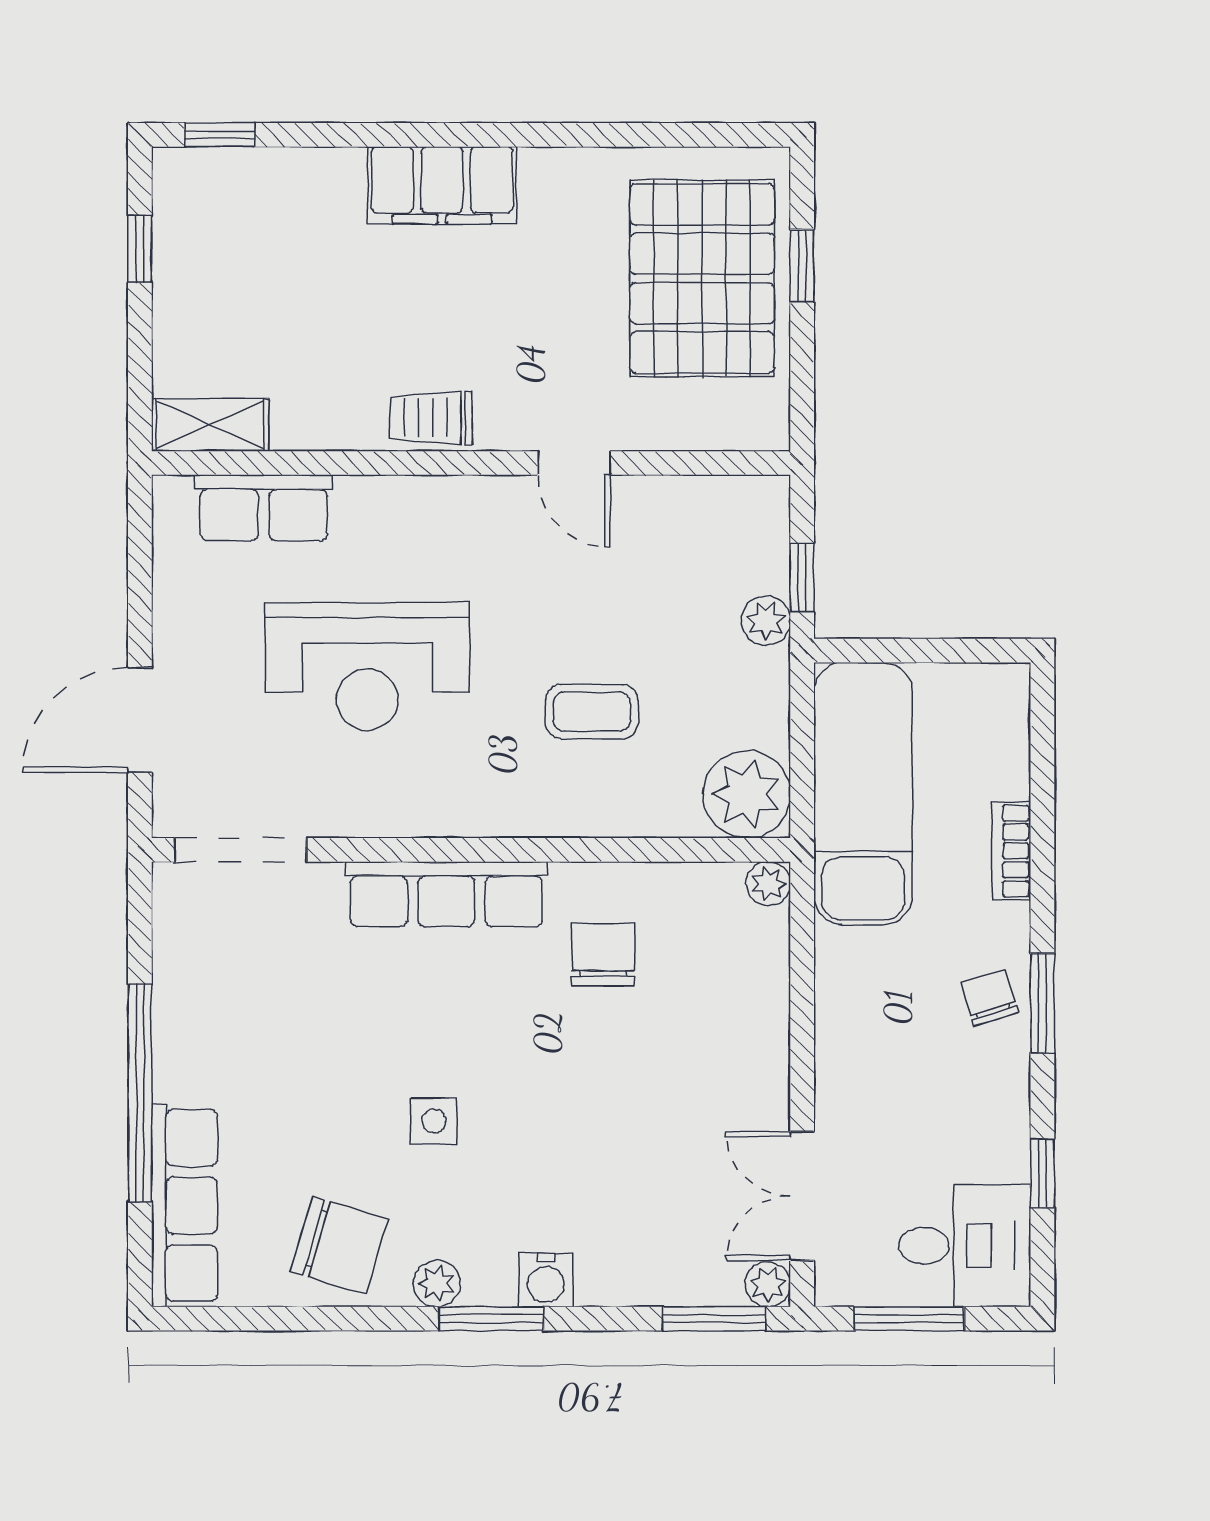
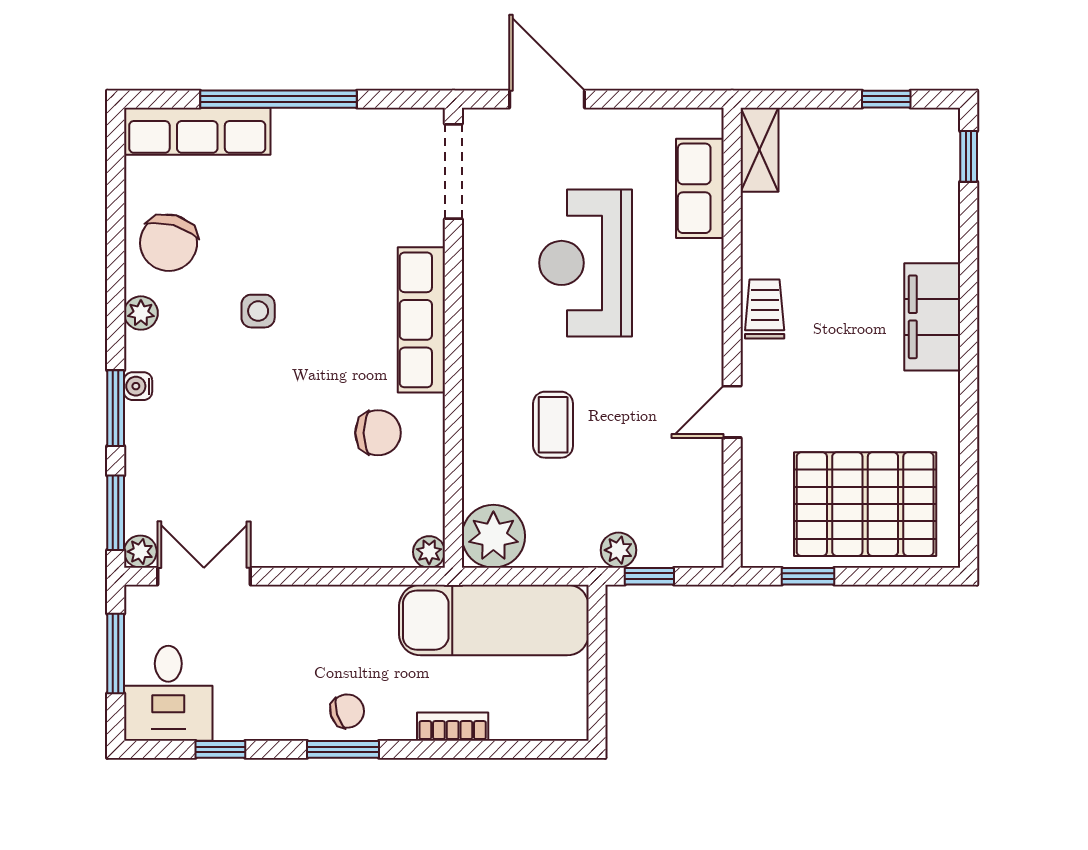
window: (802, 266) -> (808, 576), moved
water cooler: (546, 1280) -> (138, 386), width x0.72, depth x0.72
window: (491, 1319) -> (116, 408), moved

